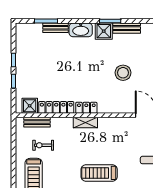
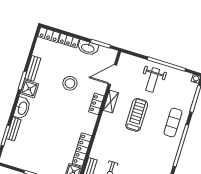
locker: (86, 108) -> (96, 104), moved
shelving: (85, 122) -> (111, 101), moved
treadmill: (99, 173) -> (137, 115), moved, turned 180

